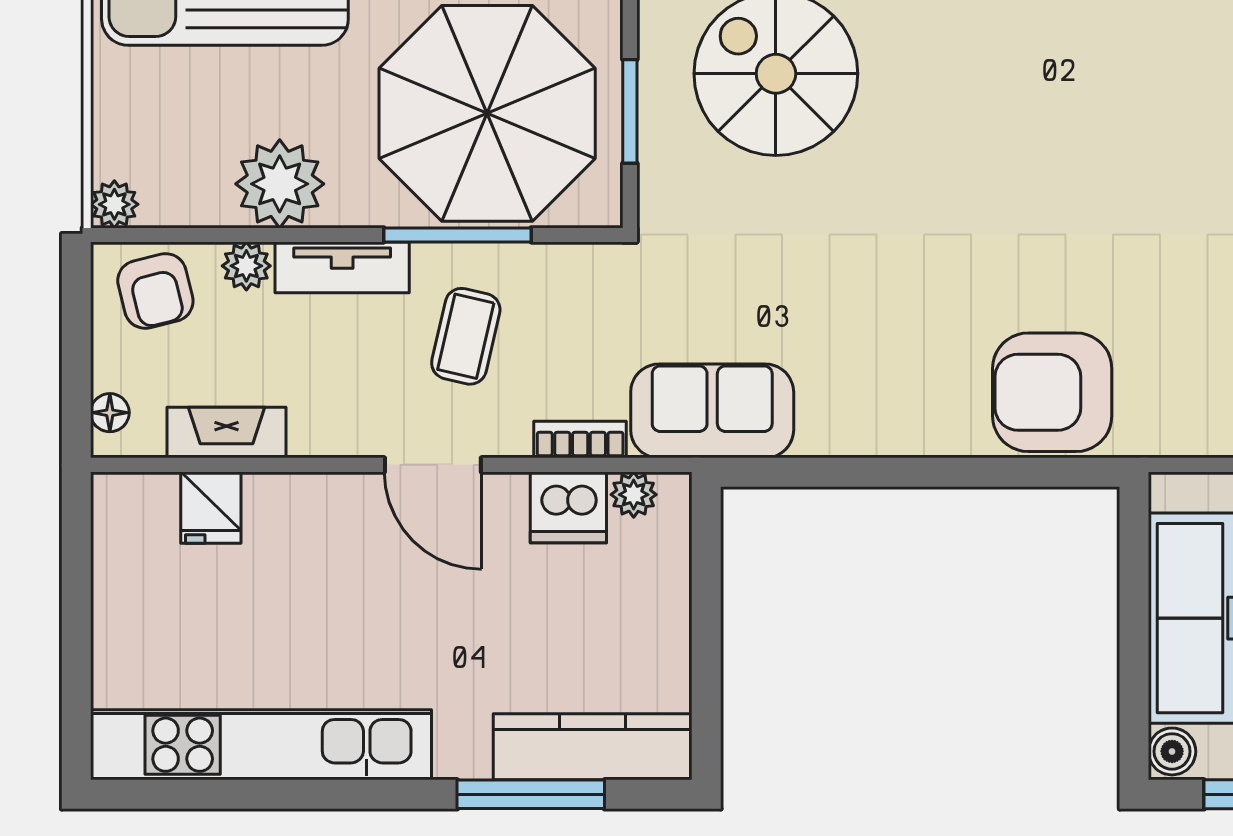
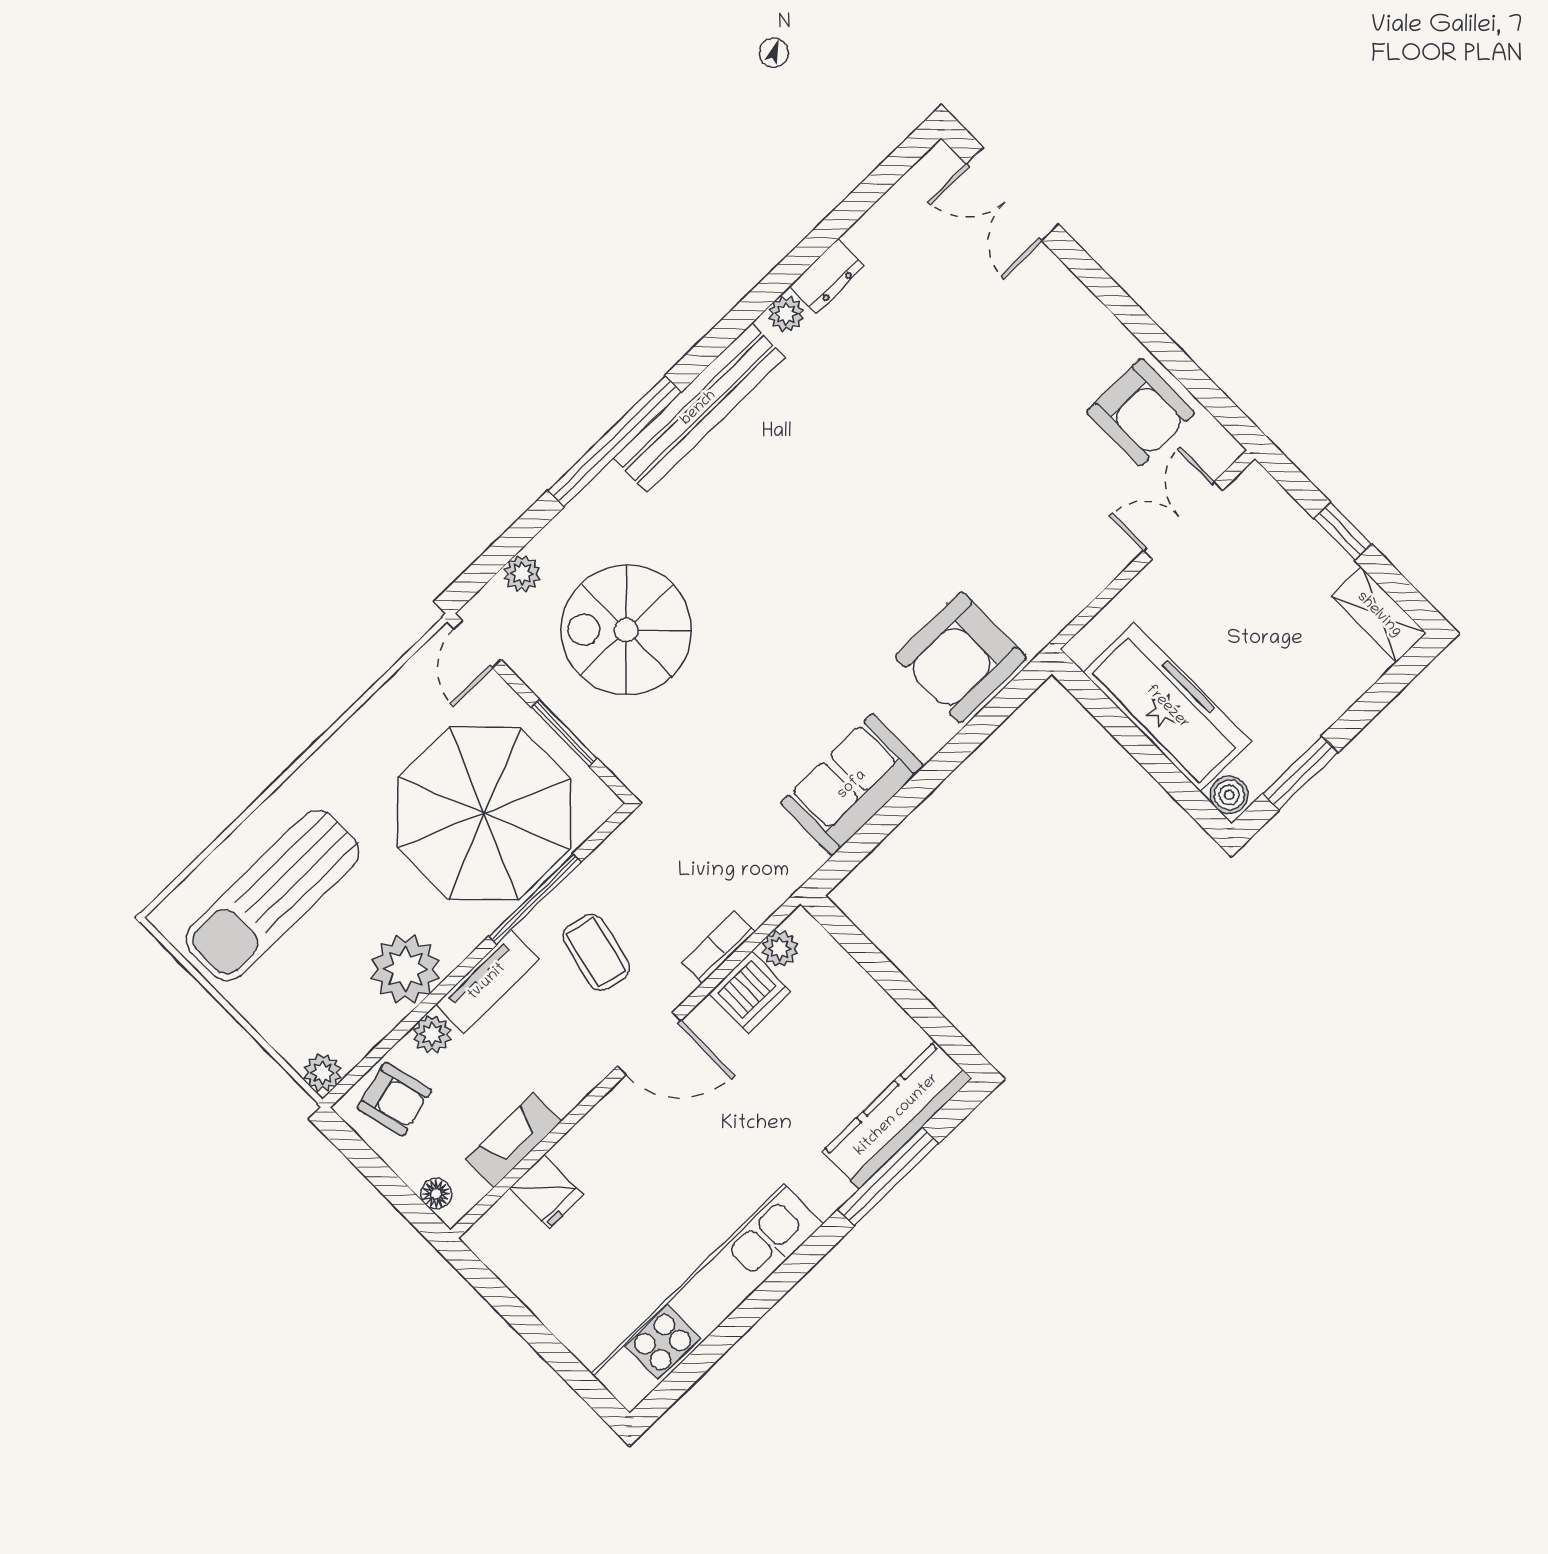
sofa: (712, 411) -> (852, 785), moved

